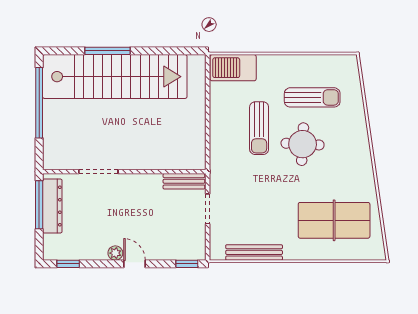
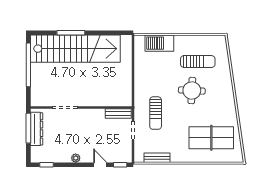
barbecue: (233, 68) -> (159, 43), moved
sun lounger: (259, 128) -> (156, 113), moved
bench: (254, 252) -> (157, 158), width x0.73
door: (135, 264) -> (100, 165), moved

